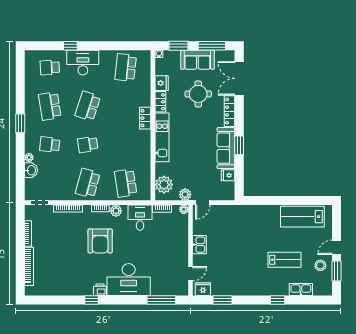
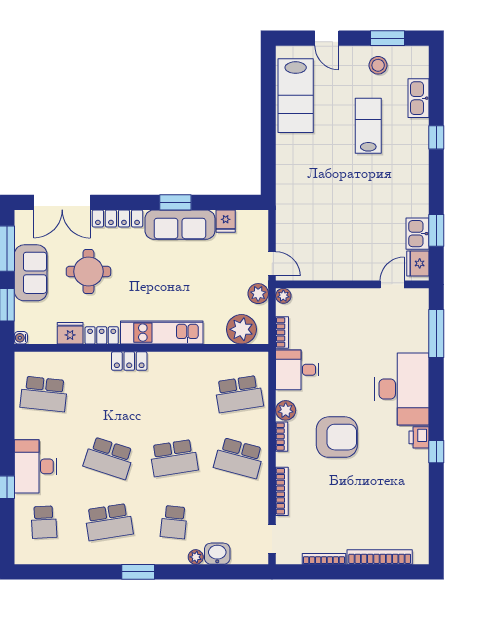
school desk: (88, 145) -> (174, 458), width x1.85
kitchen sink: (199, 245) -> (417, 234), moved, turned -90
door: (336, 247) -> (327, 38), moved
door: (191, 274) -> (392, 284), hinge flipped

